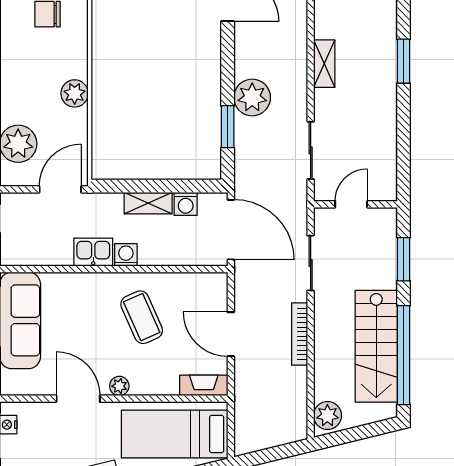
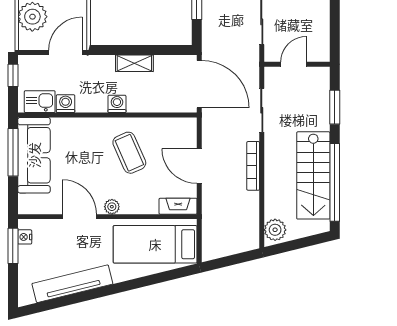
washing machine: (186, 204) -> (66, 104), moved, turned 180
kitchen sink: (93, 252) -> (40, 102), moved

